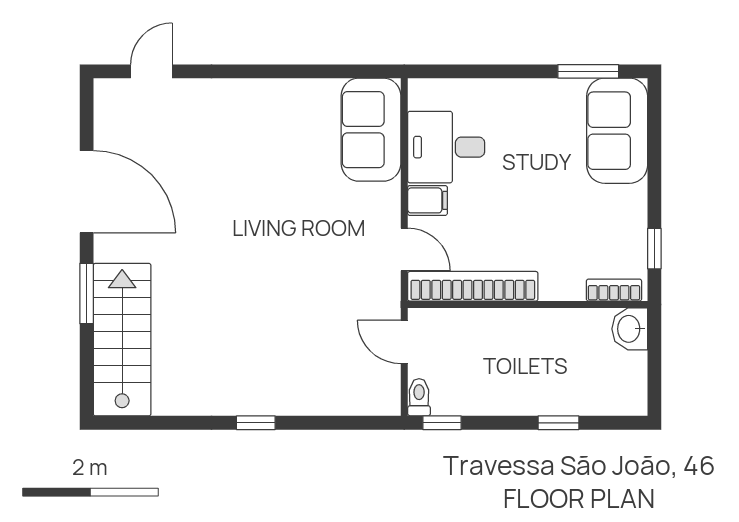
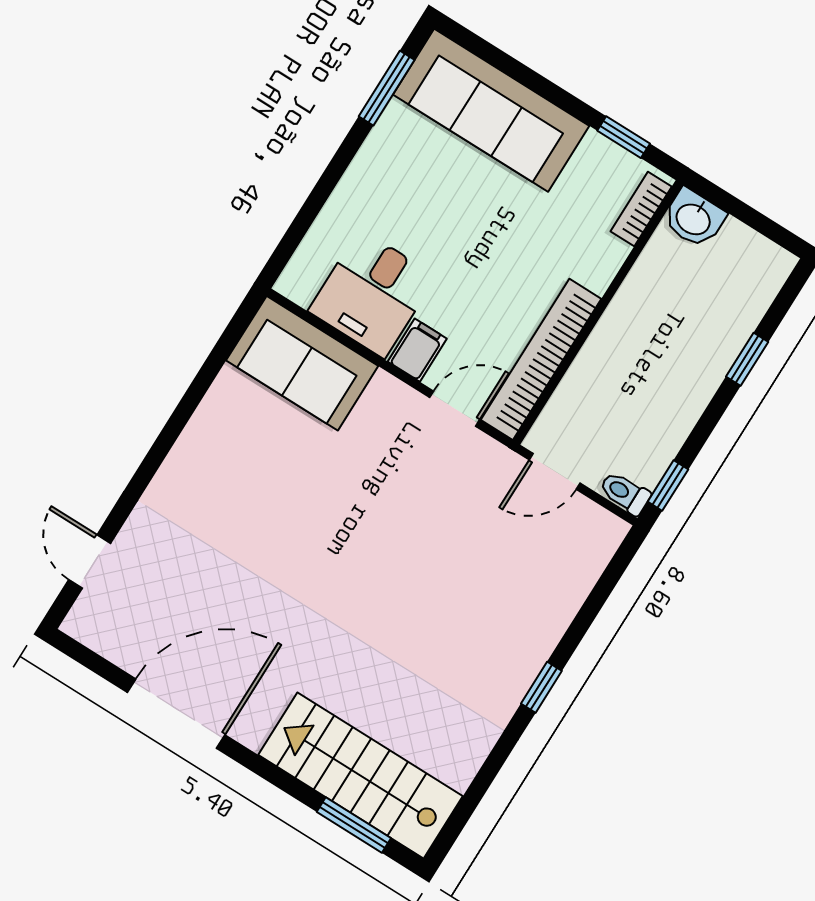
sofa: (617, 131) -> (491, 110), width x1.36
window: (87, 294) -> (354, 825), moved

